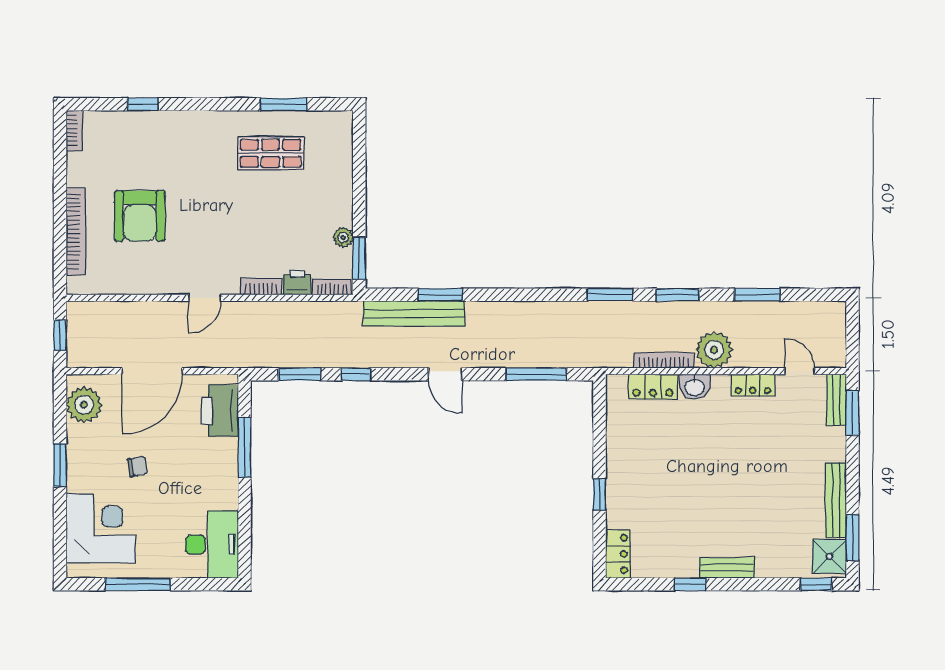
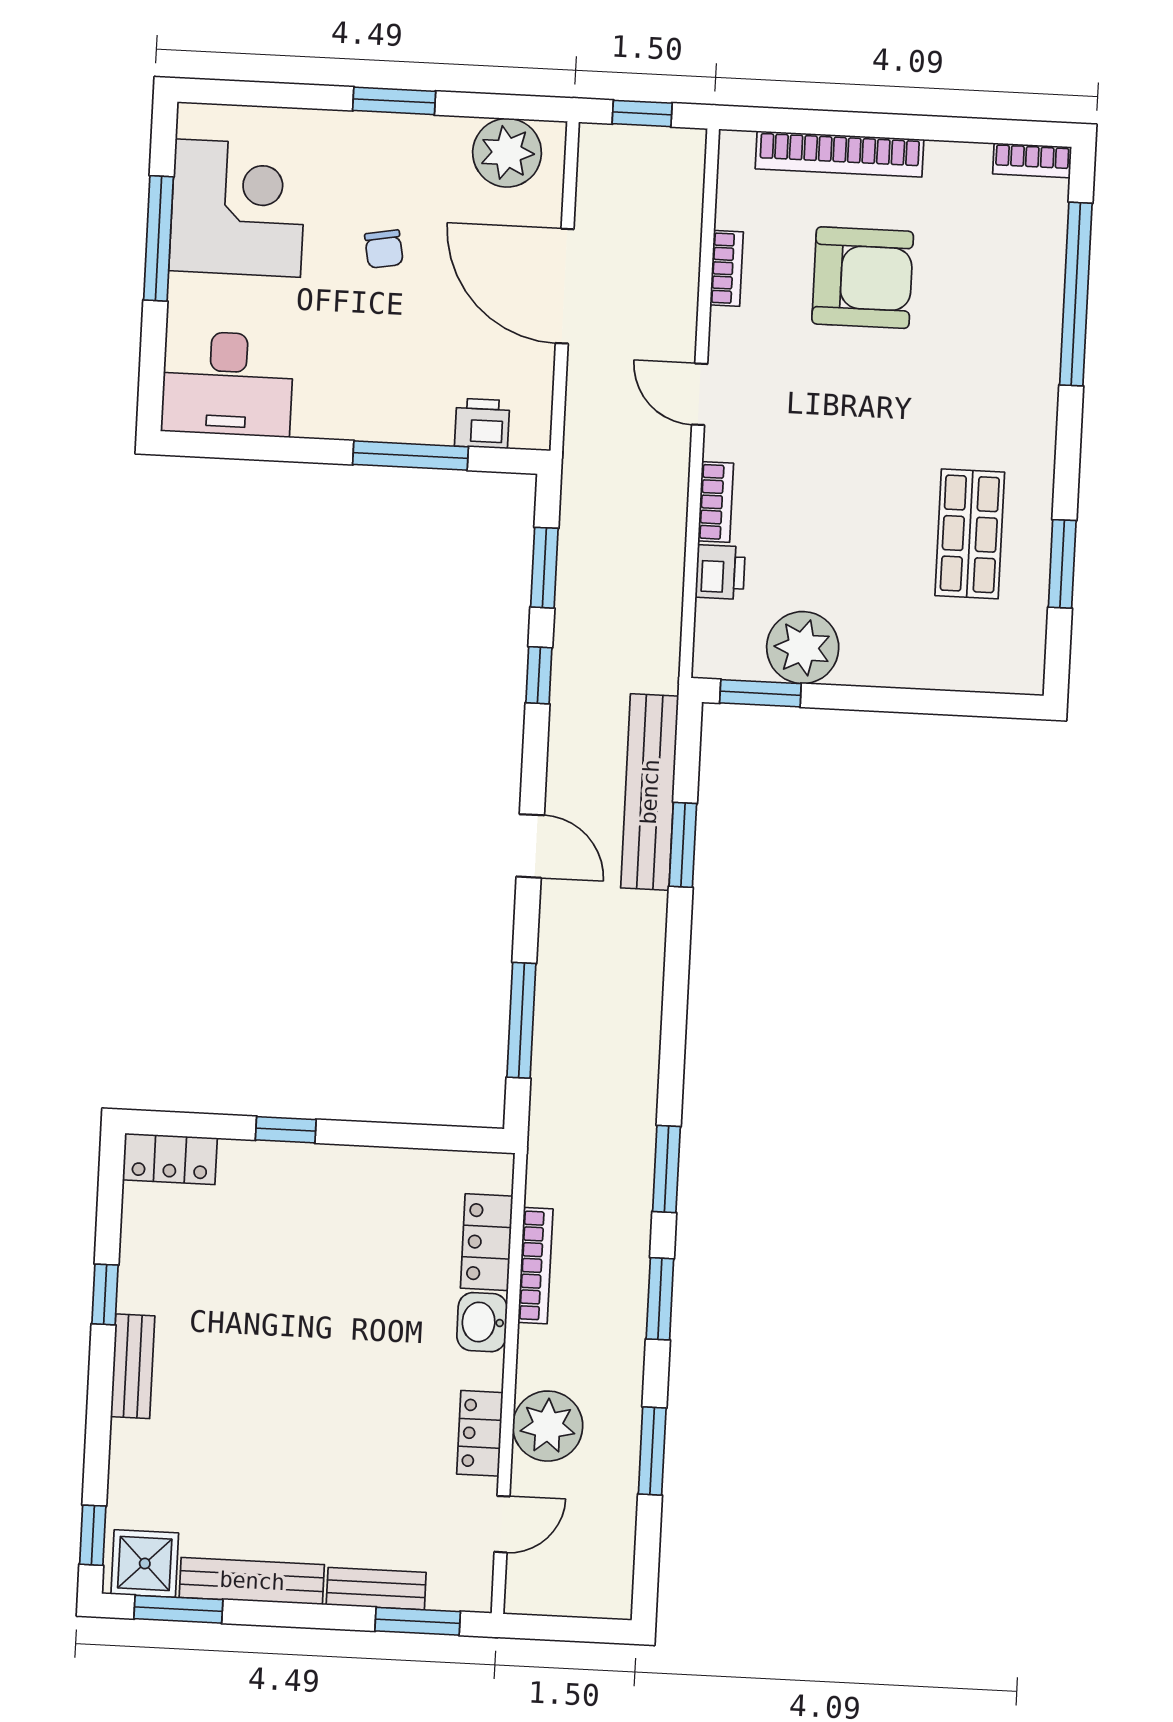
window: (143, 104) -> (1076, 294), width x3.17
armchair: (140, 216) -> (863, 278), turned 180
plant: (343, 237) -> (803, 648), width x1.87, depth x1.87
bookcase: (332, 287) -> (727, 268), moved
plant: (714, 350) -> (548, 1426), moved
door: (445, 374) -> (530, 846), swing flipped
bench: (837, 400) -> (376, 1589), moved
printer: (220, 411) -> (482, 423), width x0.53, depth x0.68
corner desk: (101, 528) -> (238, 208), moved, turned -90

